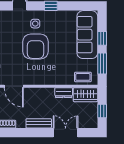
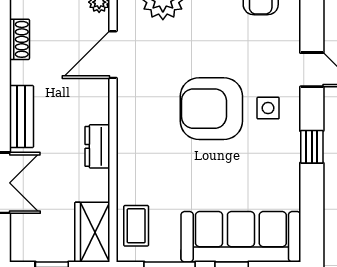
dresser: (64, 93) -> (97, 146), moved

